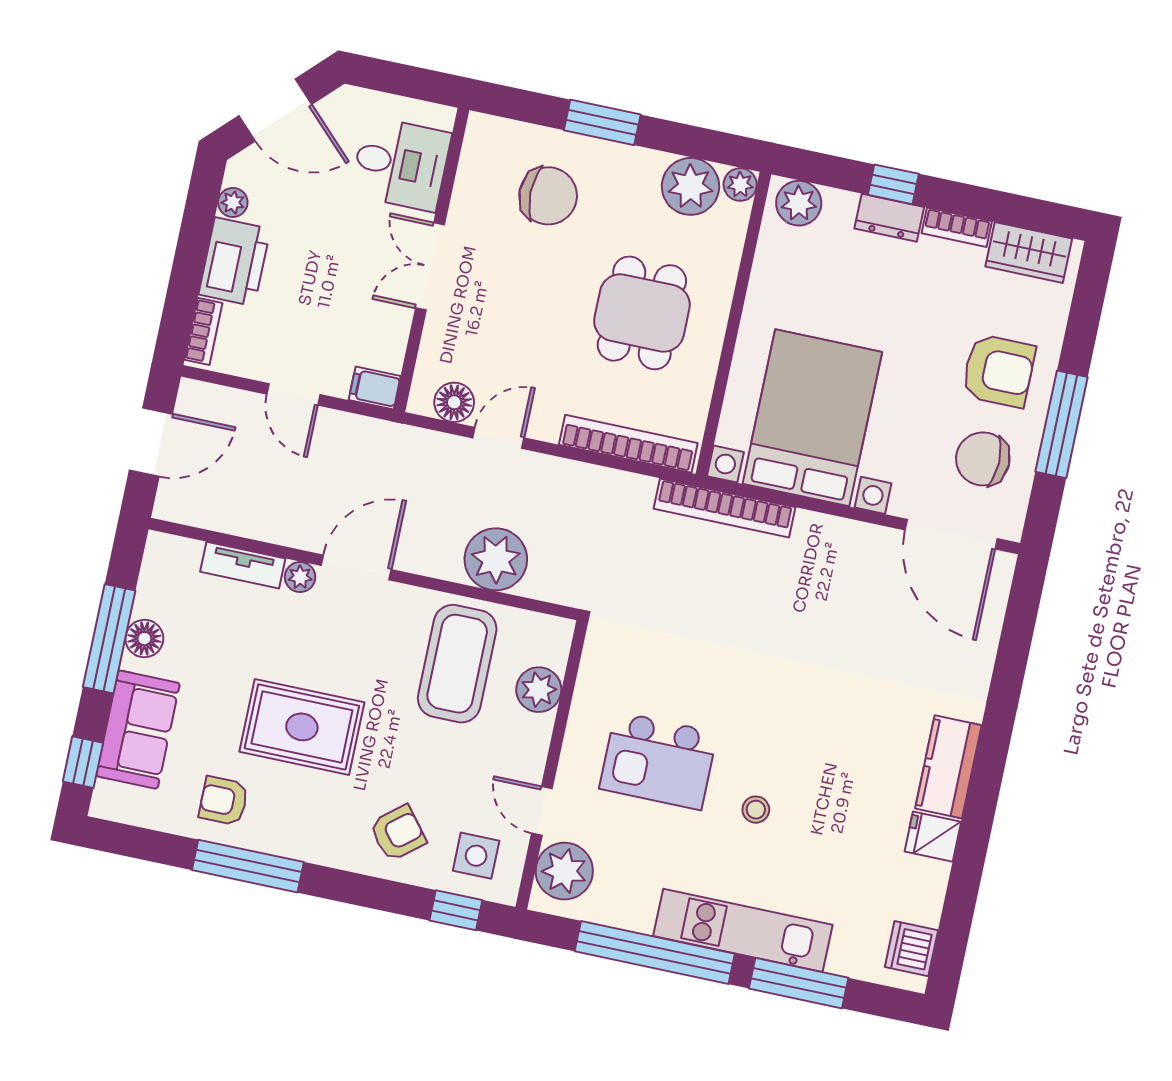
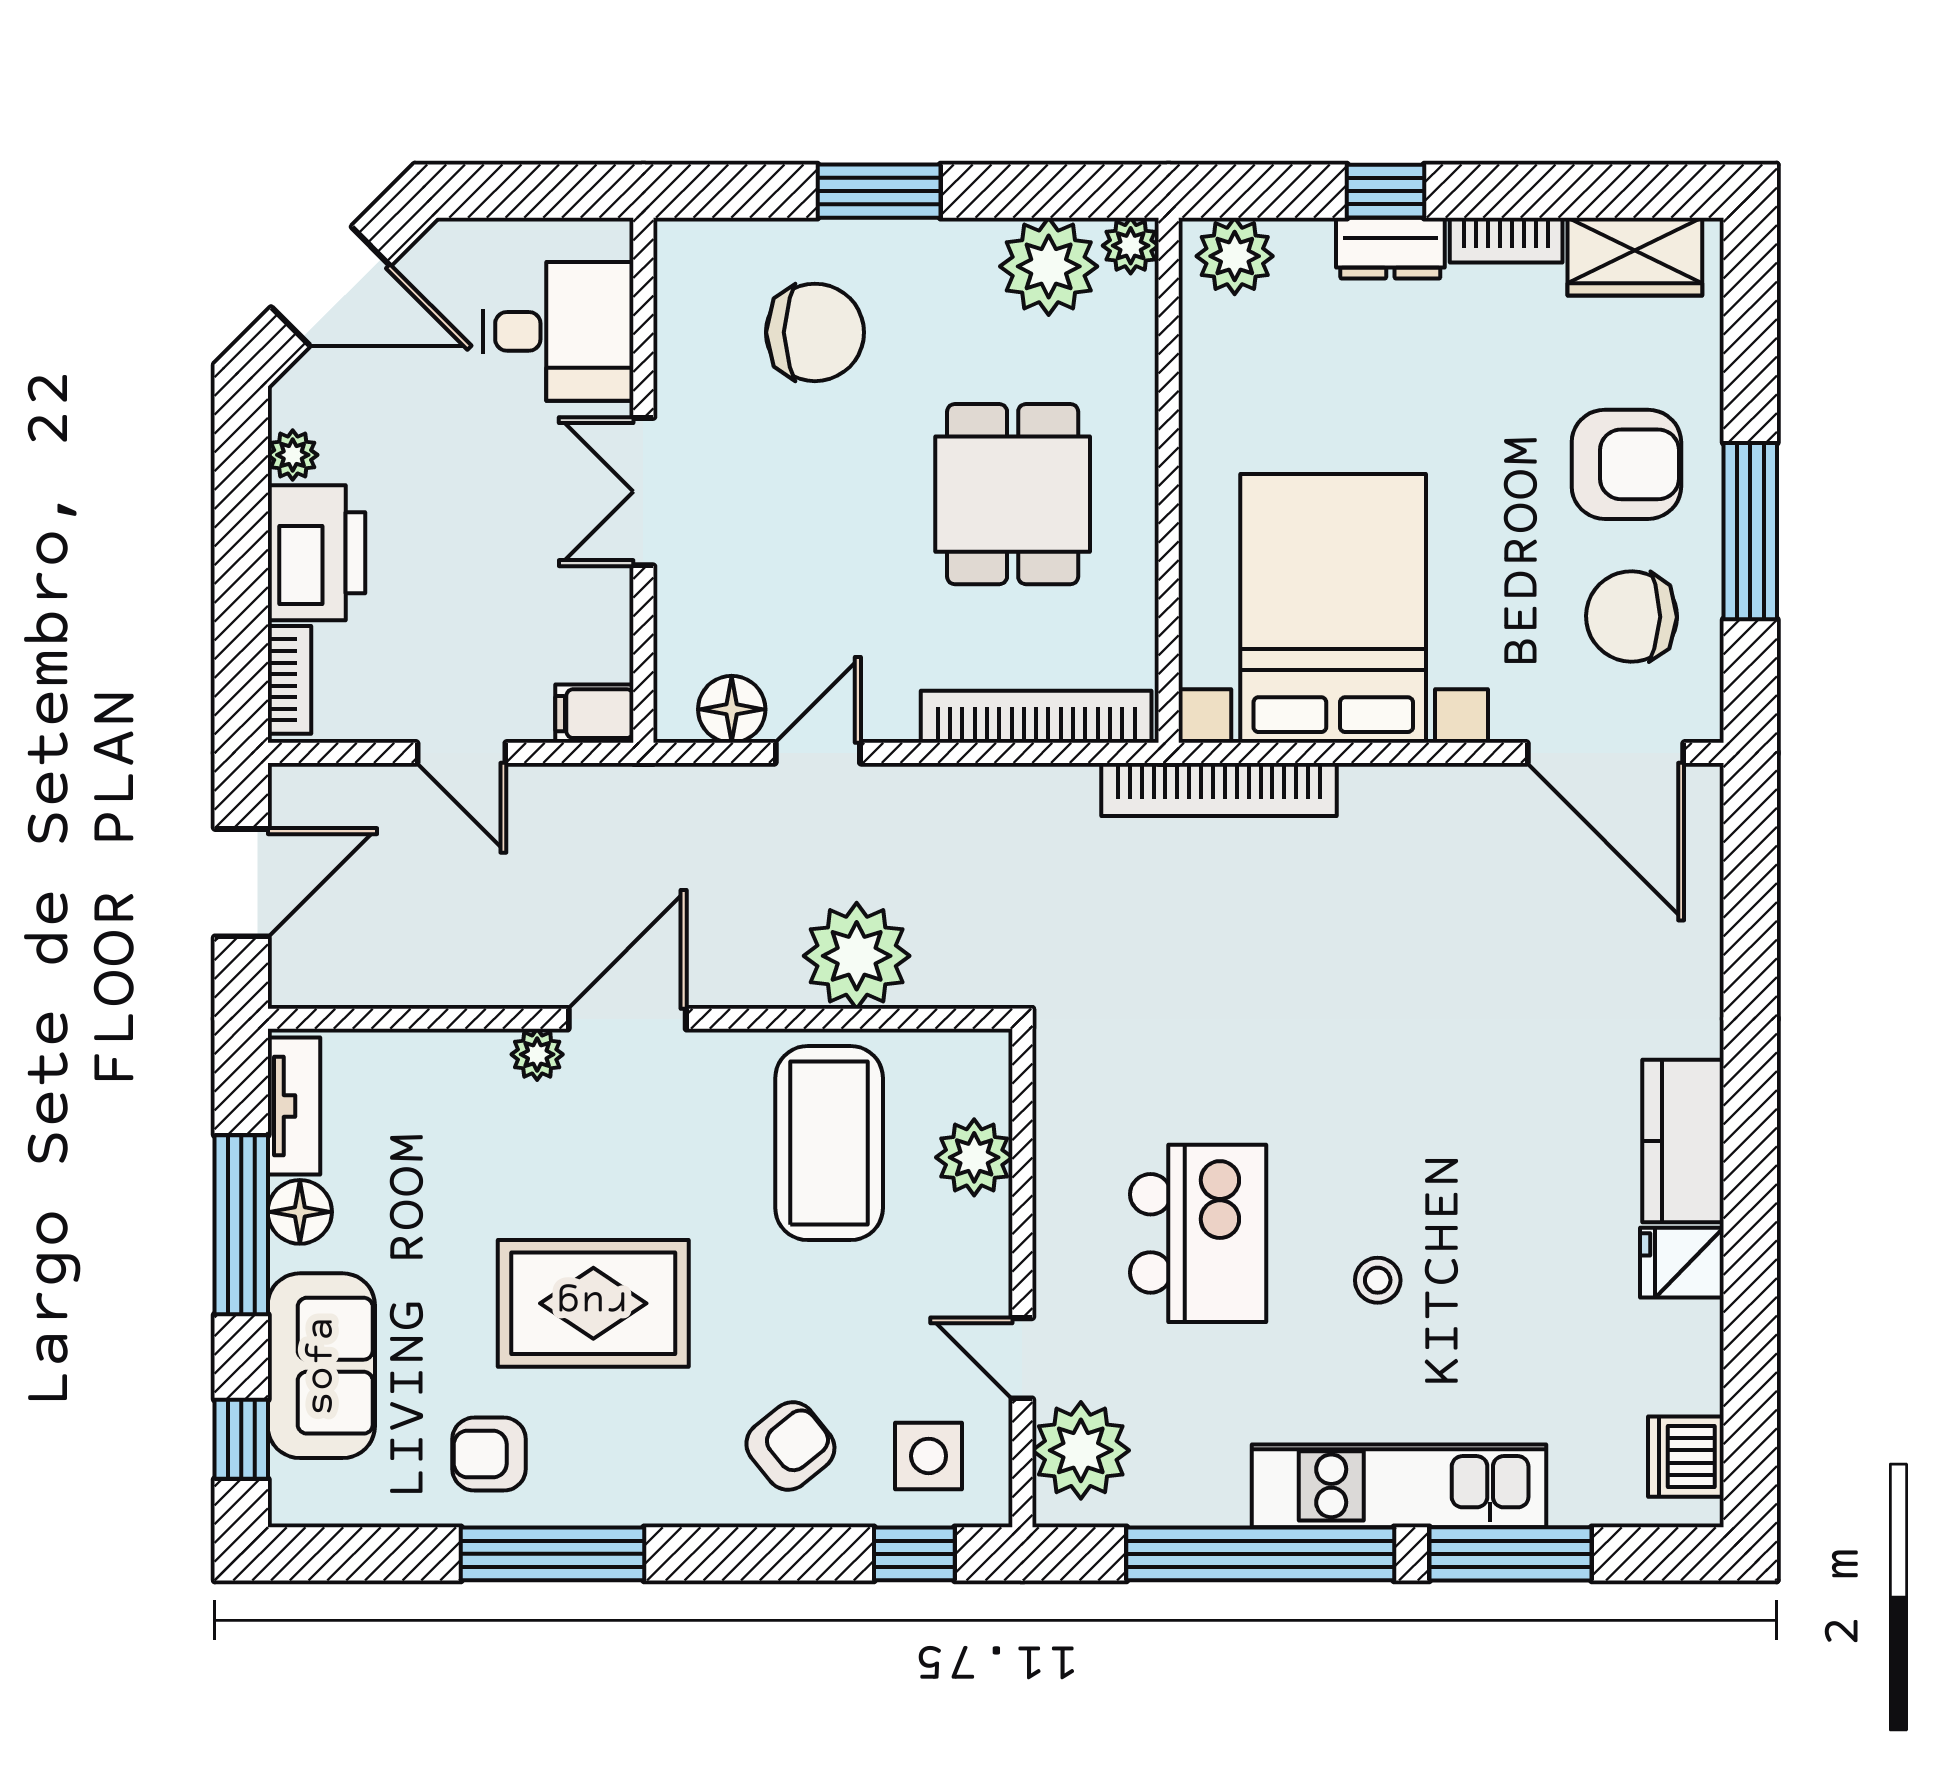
tv unit: (243, 565) -> (294, 1106), moved, turned -90
kitchen island: (658, 761) -> (1198, 1233), turned -90

